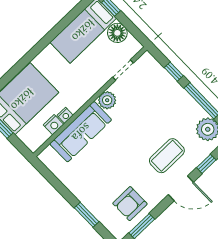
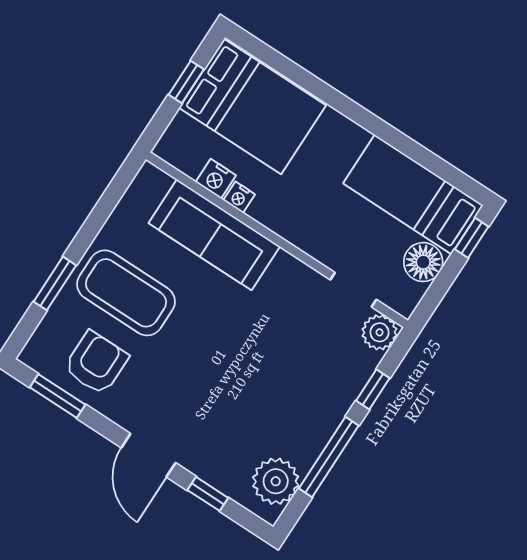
plant: (107, 100) -> (380, 332), moved
coffee table: (167, 156) -> (126, 293), moved, width x1.36, depth x1.32
armchair: (130, 204) -> (96, 363), turned 90

